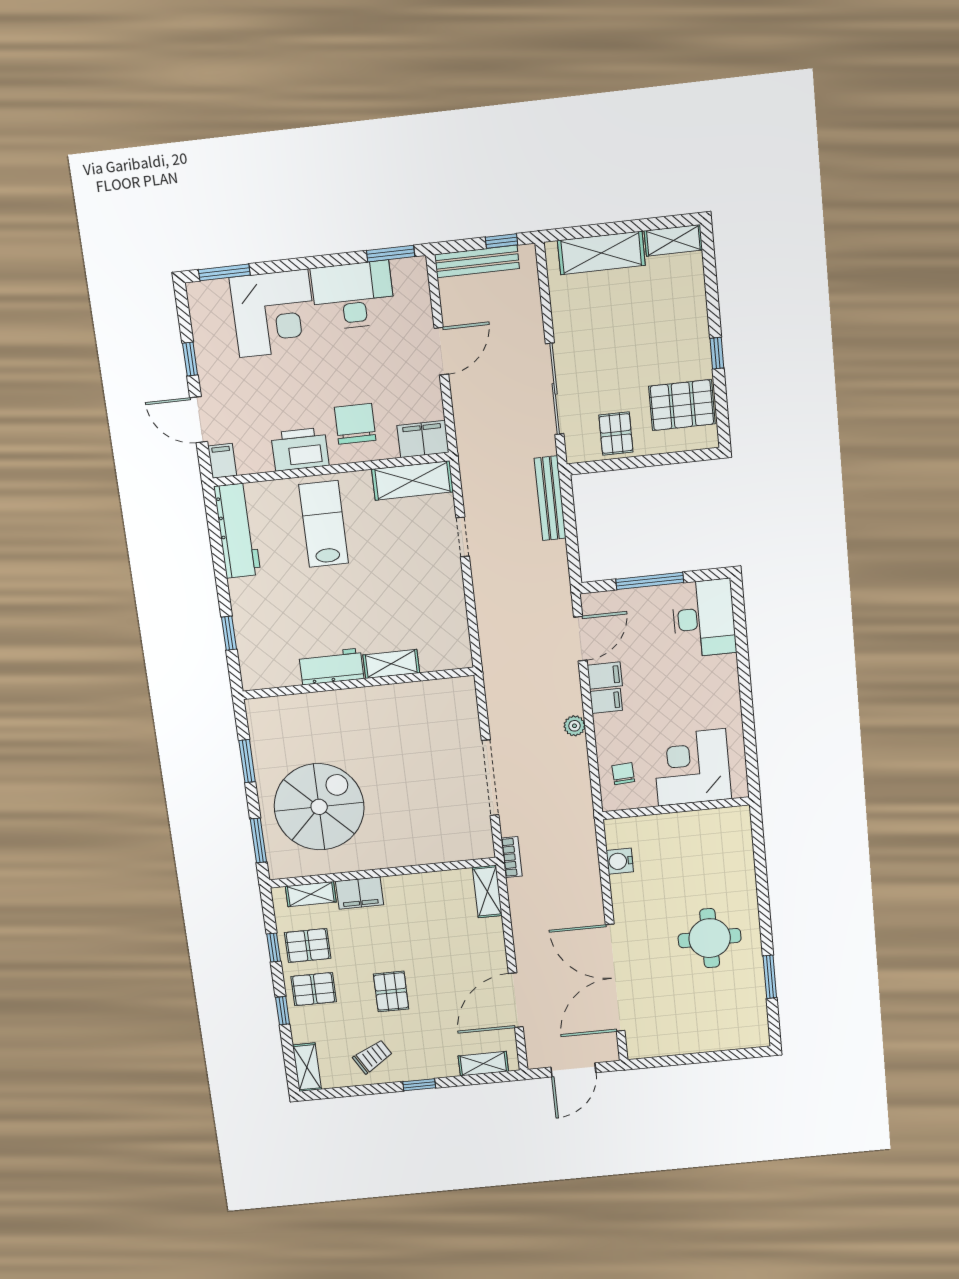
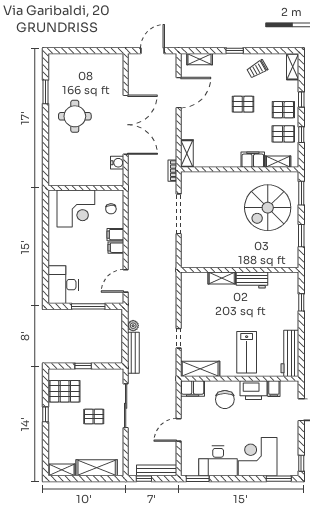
window: (190, 359) -> (301, 463), moved
pallet: (616, 434) -> (94, 417), moved, turned 90
filing cabinet: (222, 461) -> (274, 389), moved
window: (649, 461) -> (83, 366), added
filing cabinet: (605, 676) -> (115, 235), moved
plant: (574, 726) -> (133, 326), moved
double door: (615, 978) -> (126, 125), moved
pallet: (391, 991) -> (243, 104), turned 90

